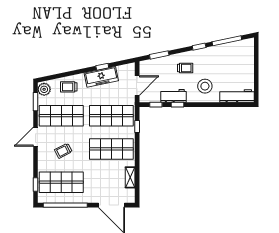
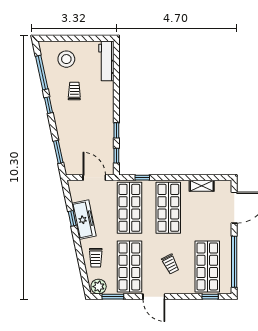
trolley: (185, 68) -> (74, 91), moved
stool: (205, 86) -> (66, 59), moved
workbench: (174, 96) -> (106, 135), removed

